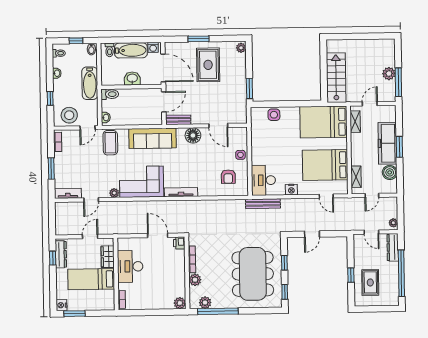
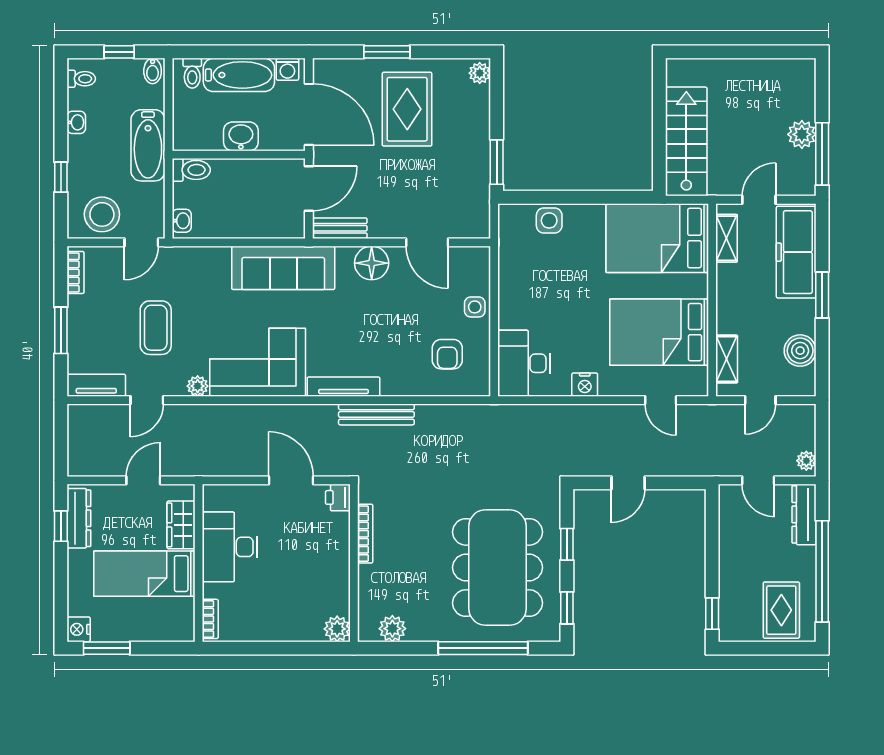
coffee table: (110, 143) -> (156, 328), moved
freezer: (387, 143) -> (796, 252), moved
bench: (263, 204) -> (376, 414), moved
window: (351, 275) -> (712, 614), moved
plant: (195, 280) -> (371, 578), removed
rug: (370, 282) -> (781, 610), moved
window: (218, 311) -> (483, 648), moved

